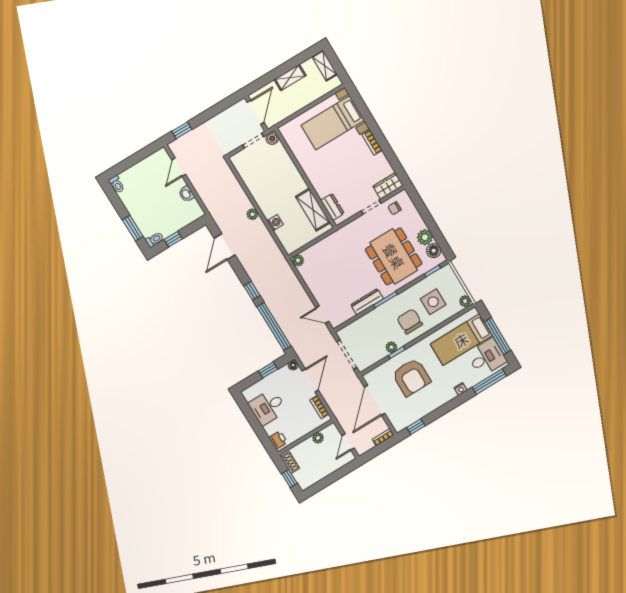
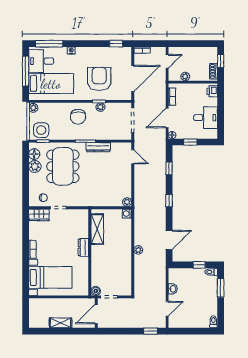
shelving: (325, 66) -> (34, 317), removed
dresser: (332, 207) -> (83, 247), moved
washing machine: (275, 223) -> (127, 214), moved
side table: (433, 302) -> (41, 130), moved
window: (274, 326) -> (169, 168), width x0.32

